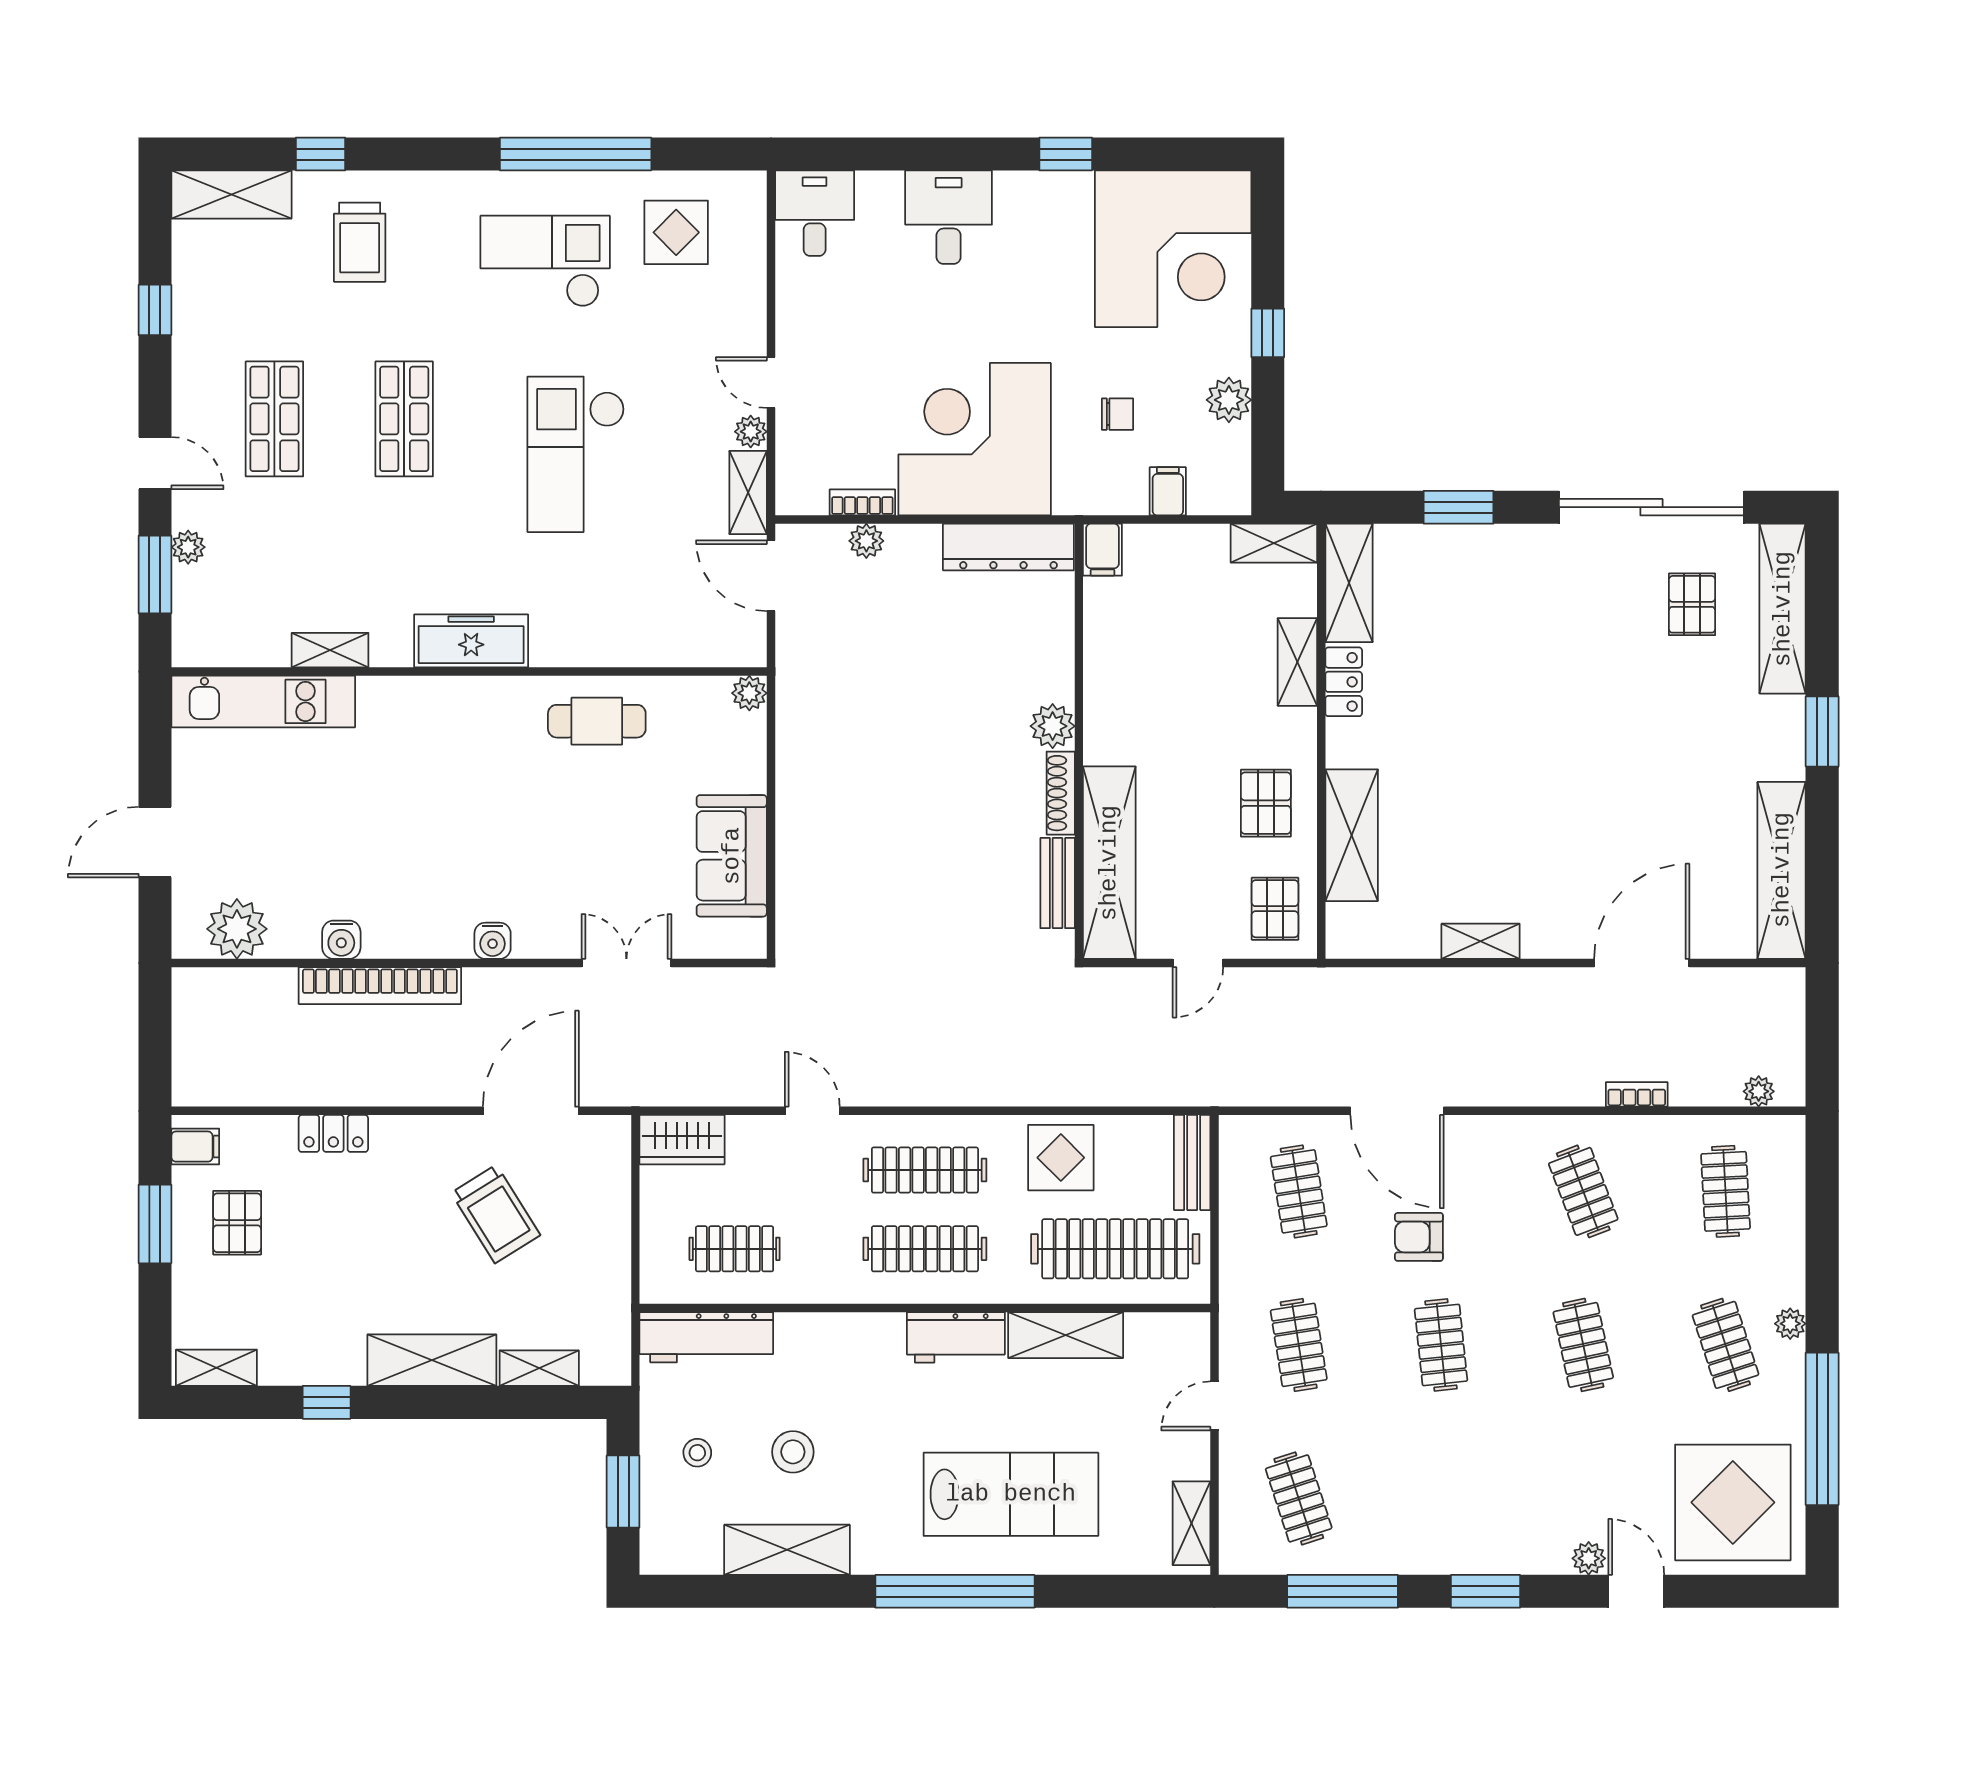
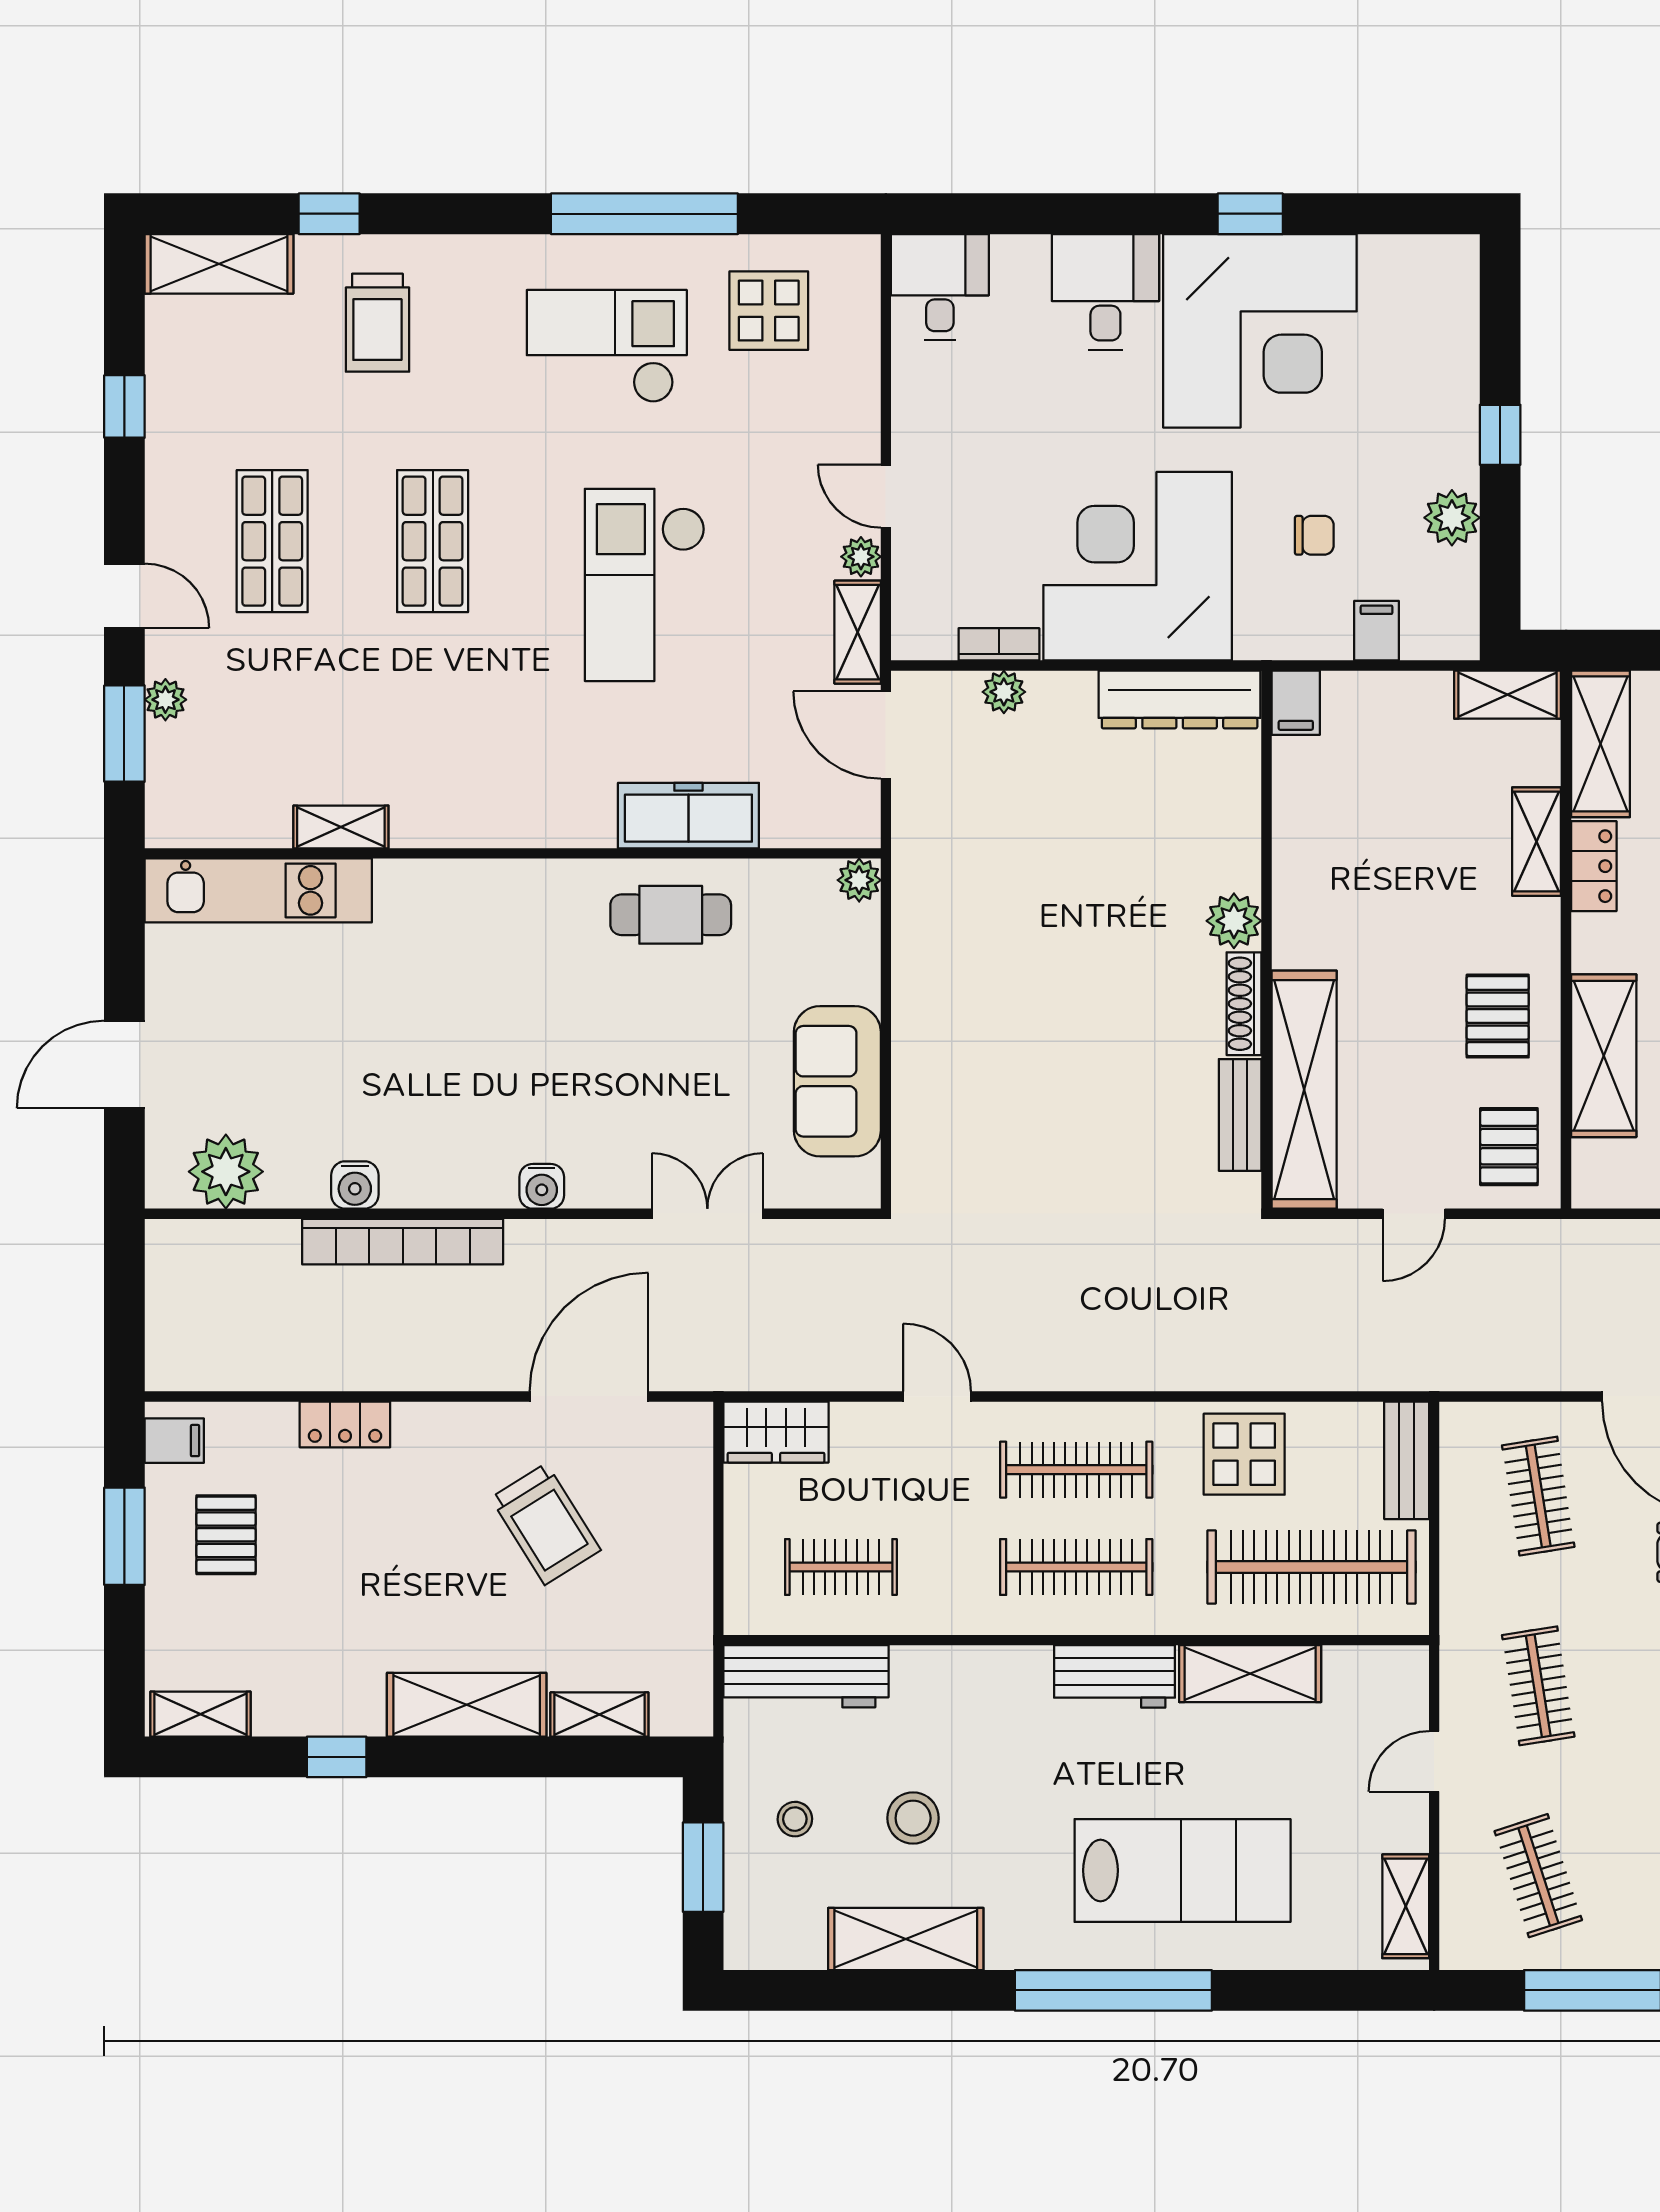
corner desk: (1173, 249) -> (1260, 331), moved
freezer: (471, 641) -> (688, 816), moved

